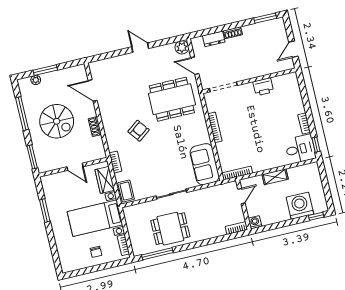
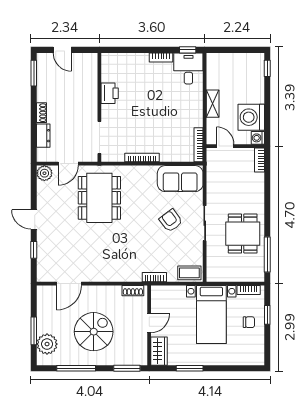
door: (140, 48) -> (34, 220), hinge flipped
door: (293, 49) -> (62, 50), moved
window: (114, 54) -> (34, 250), added
plant: (36, 80) -> (47, 344), width x1.88, depth x1.88
shoe rack: (95, 127) -> (133, 291), moved
armchair: (139, 131) -> (171, 221), moved
wardrobe: (105, 180) -> (159, 351), moved, turned -90
washing machine: (300, 206) -> (251, 117), moved
window: (106, 266) -> (267, 315), added

